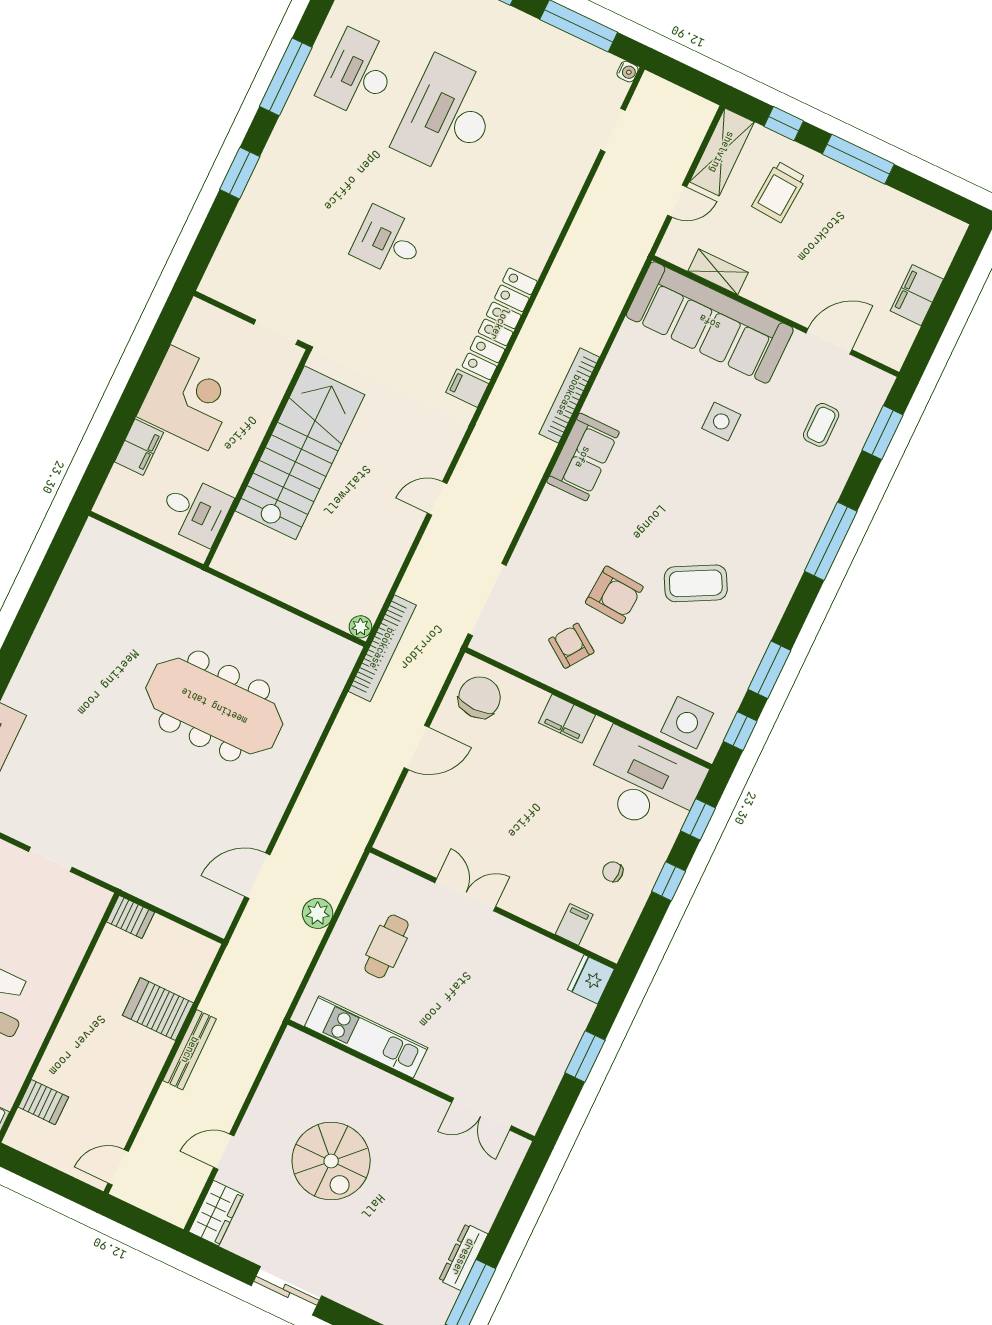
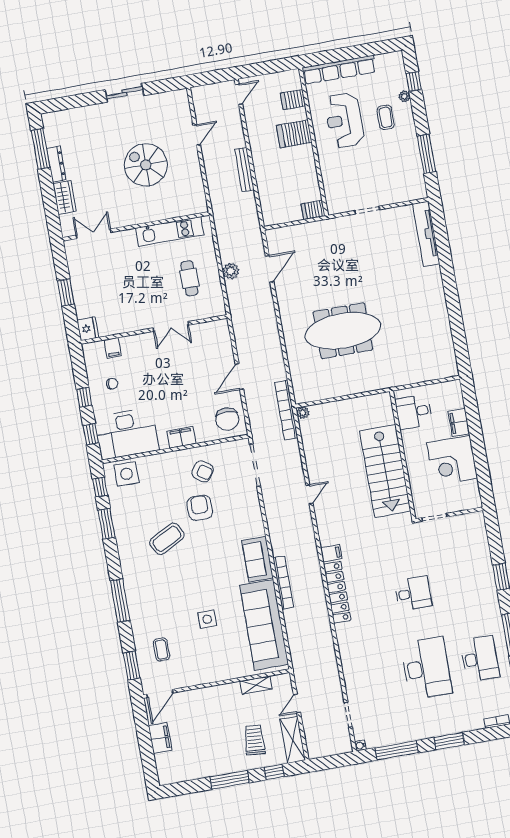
sofa: (710, 322) -> (264, 625), moved, turned -90
door: (829, 341) -> (160, 694), moved
armchair: (614, 595) -> (200, 508), turned 86
server rack: (158, 1009) -> (294, 134), moved, turned 180
wardrobe: (216, 1213) -> (64, 197), moved, turned 180

